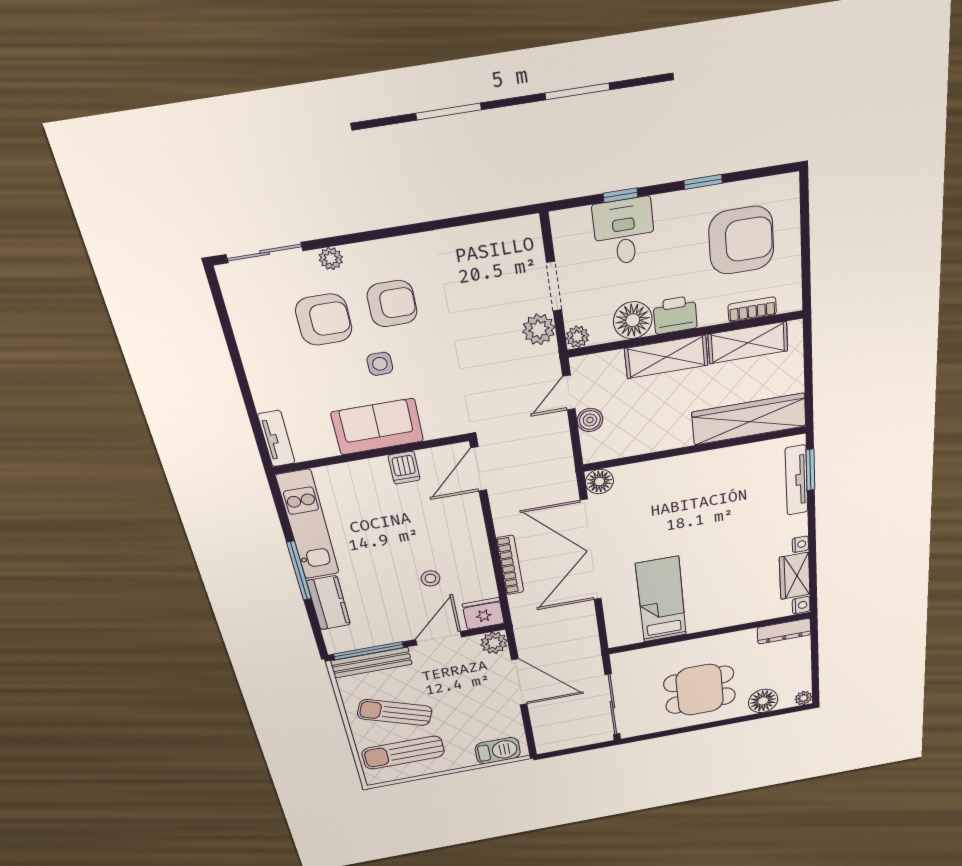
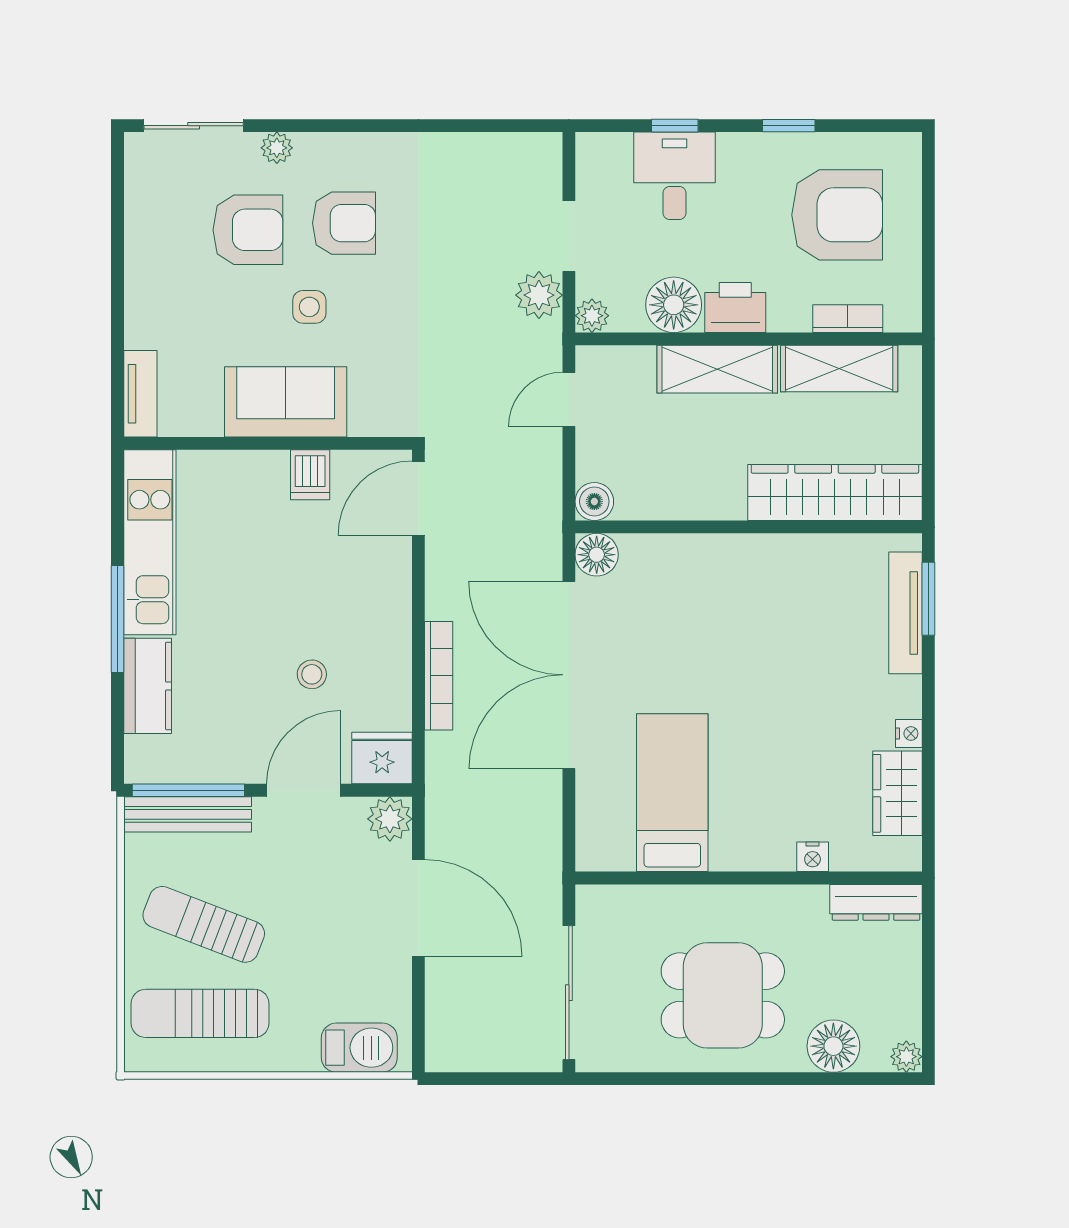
boiler: (590, 420) -> (594, 501), moved
nightstand: (801, 605) -> (813, 857), moved, turned 90

